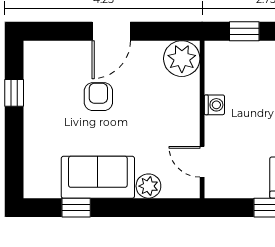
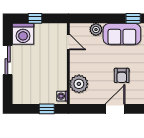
plant: (182, 59) -> (79, 84), moved
washing machine: (214, 105) -> (62, 96), moved

